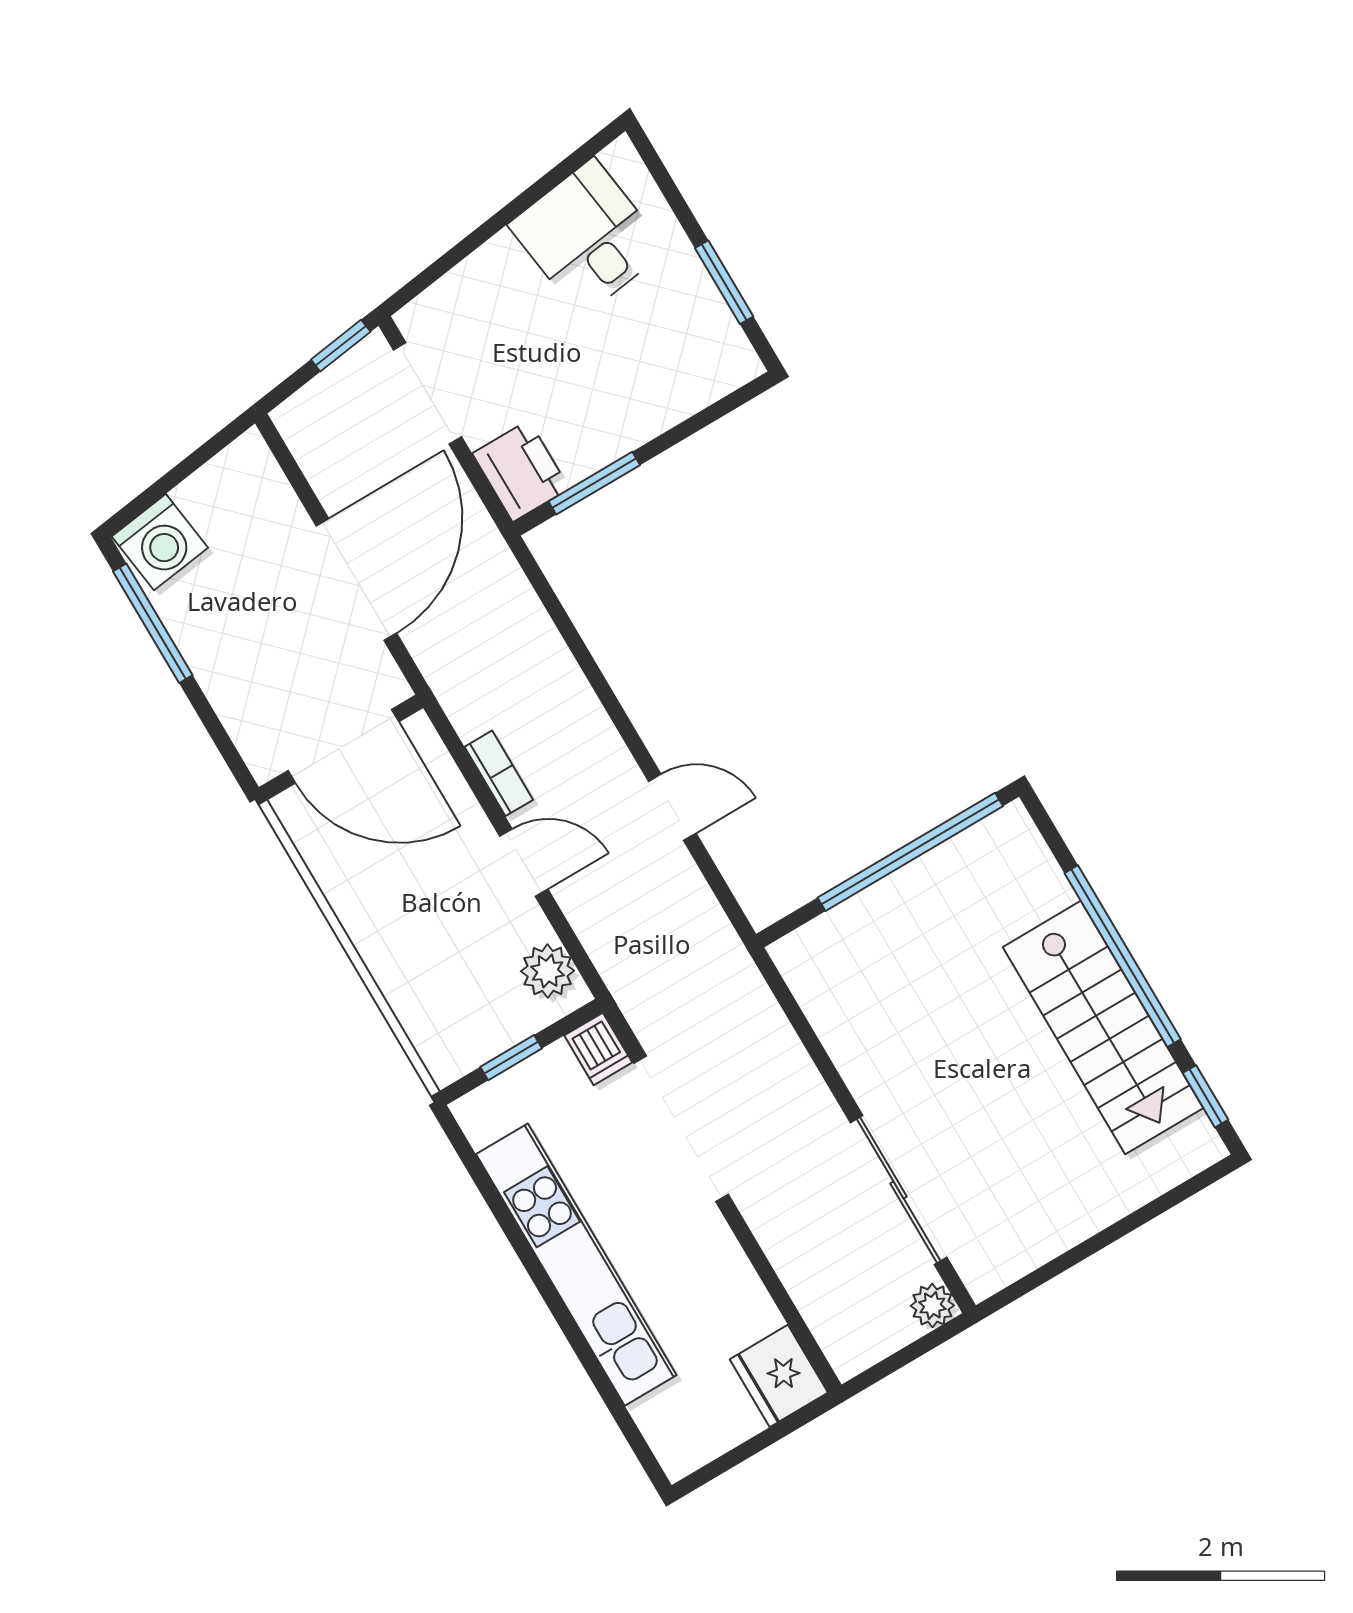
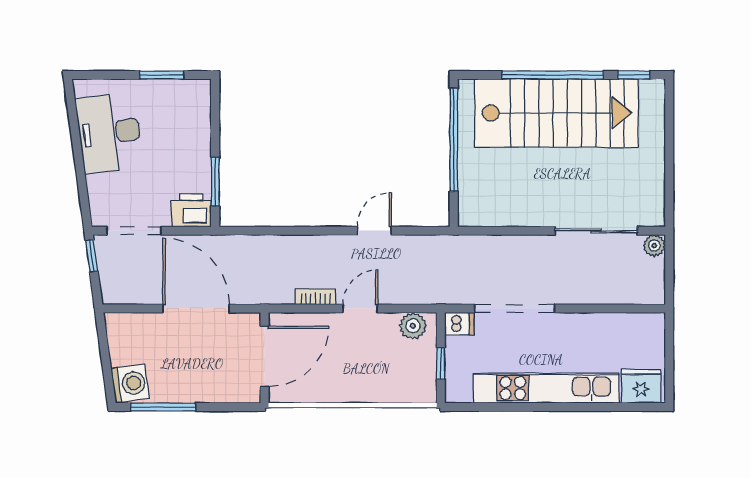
desk: (587, 237) -> (109, 133), width x1.37
stairs: (1103, 1028) -> (556, 113), width x1.36, depth x1.51
fridge: (779, 1376) -> (641, 386), moved, turned 180

